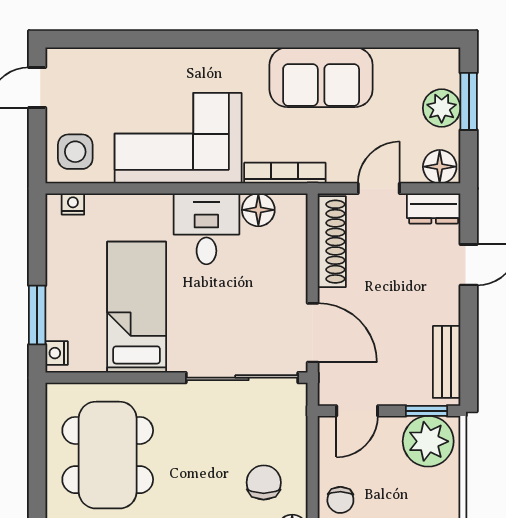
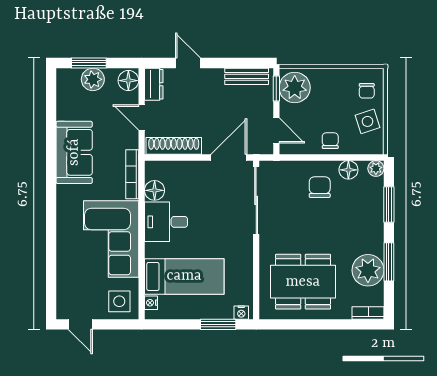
bed: (137, 307) -> (184, 276), moved, turned 180
chair: (264, 482) -> (320, 187), turned 90
chair: (340, 500) -> (330, 141), turned -91

